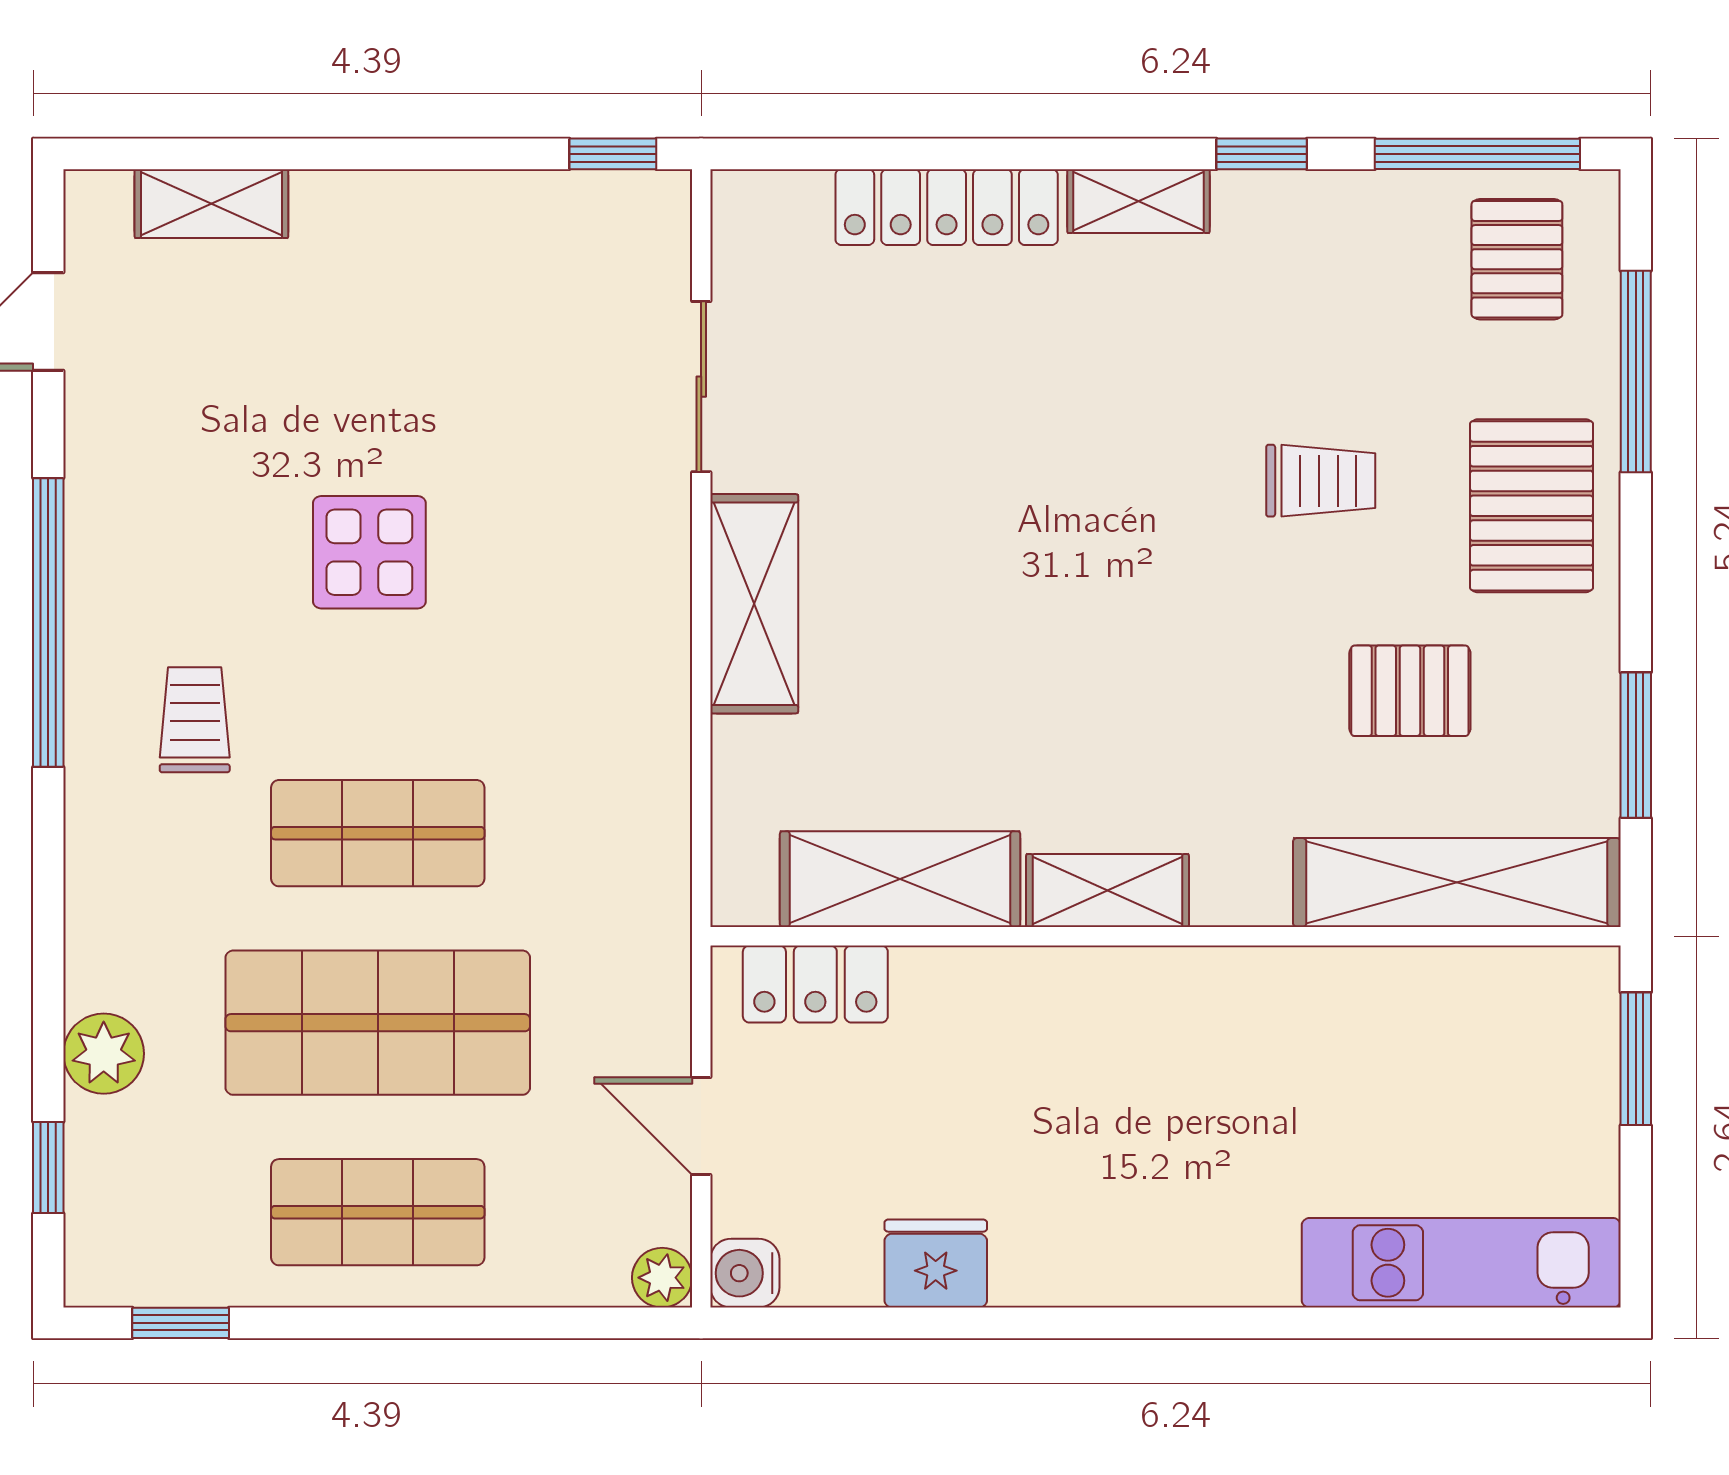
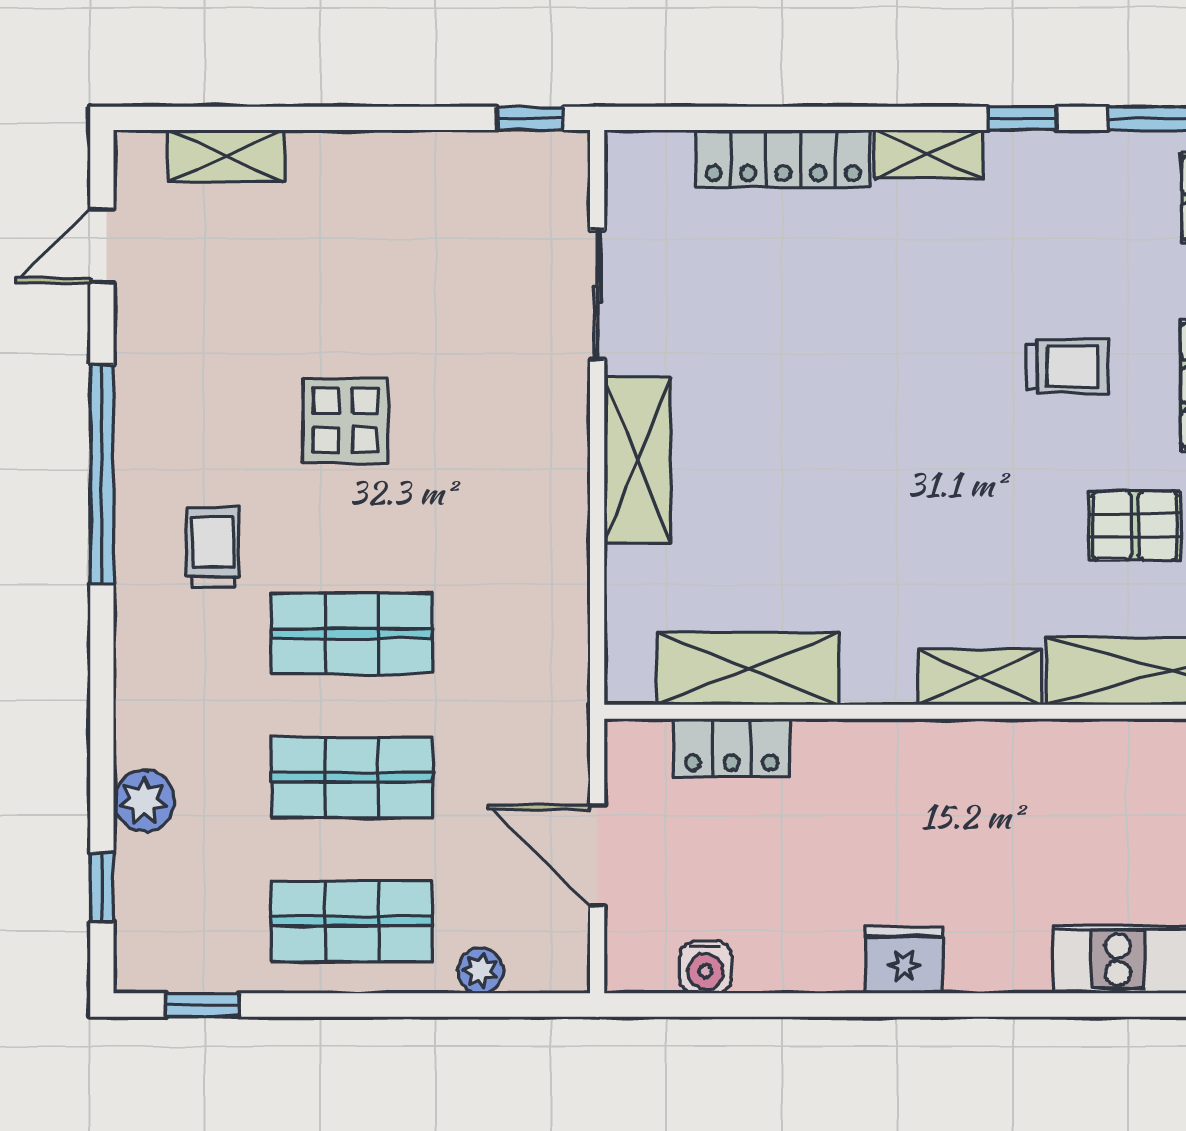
shelving: (1108, 891) -> (980, 677), moved
locker: (815, 984) -> (731, 748), moved
shop shelf: (378, 1023) -> (352, 777), width x0.70, depth x0.74
door: (701, 1126) -> (597, 856), width x1.38
fridge: (936, 1264) -> (904, 960), moved
water cooler: (745, 1273) -> (705, 967), moved, turned -90
plant: (662, 1278) -> (480, 971), moved

